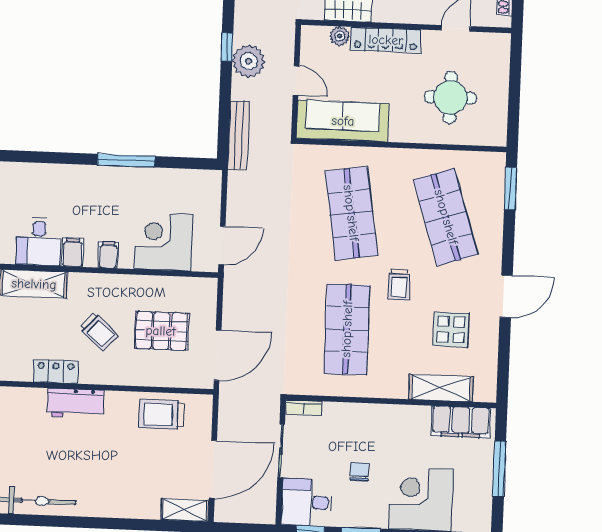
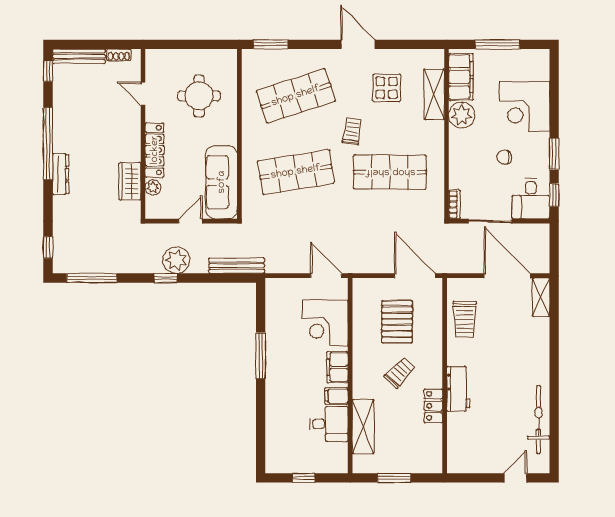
filing cabinet: (108, 255) -> (337, 367), width x2.00
trolley: (399, 285) -> (352, 131), turned -81
plant: (414, 421) -> (462, 115), added

